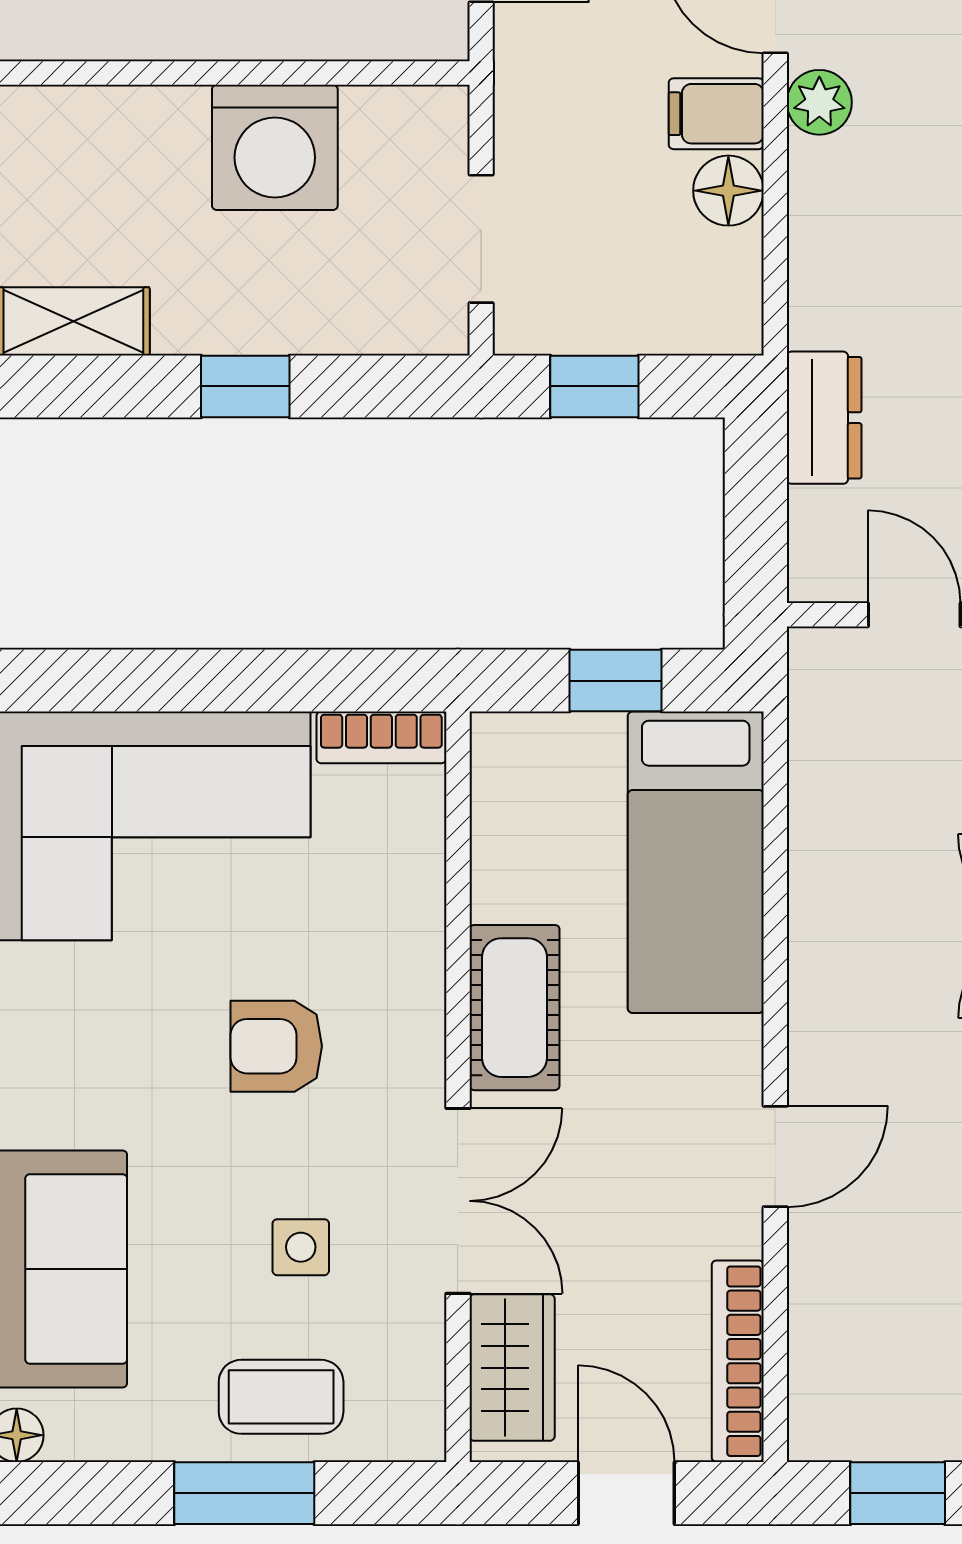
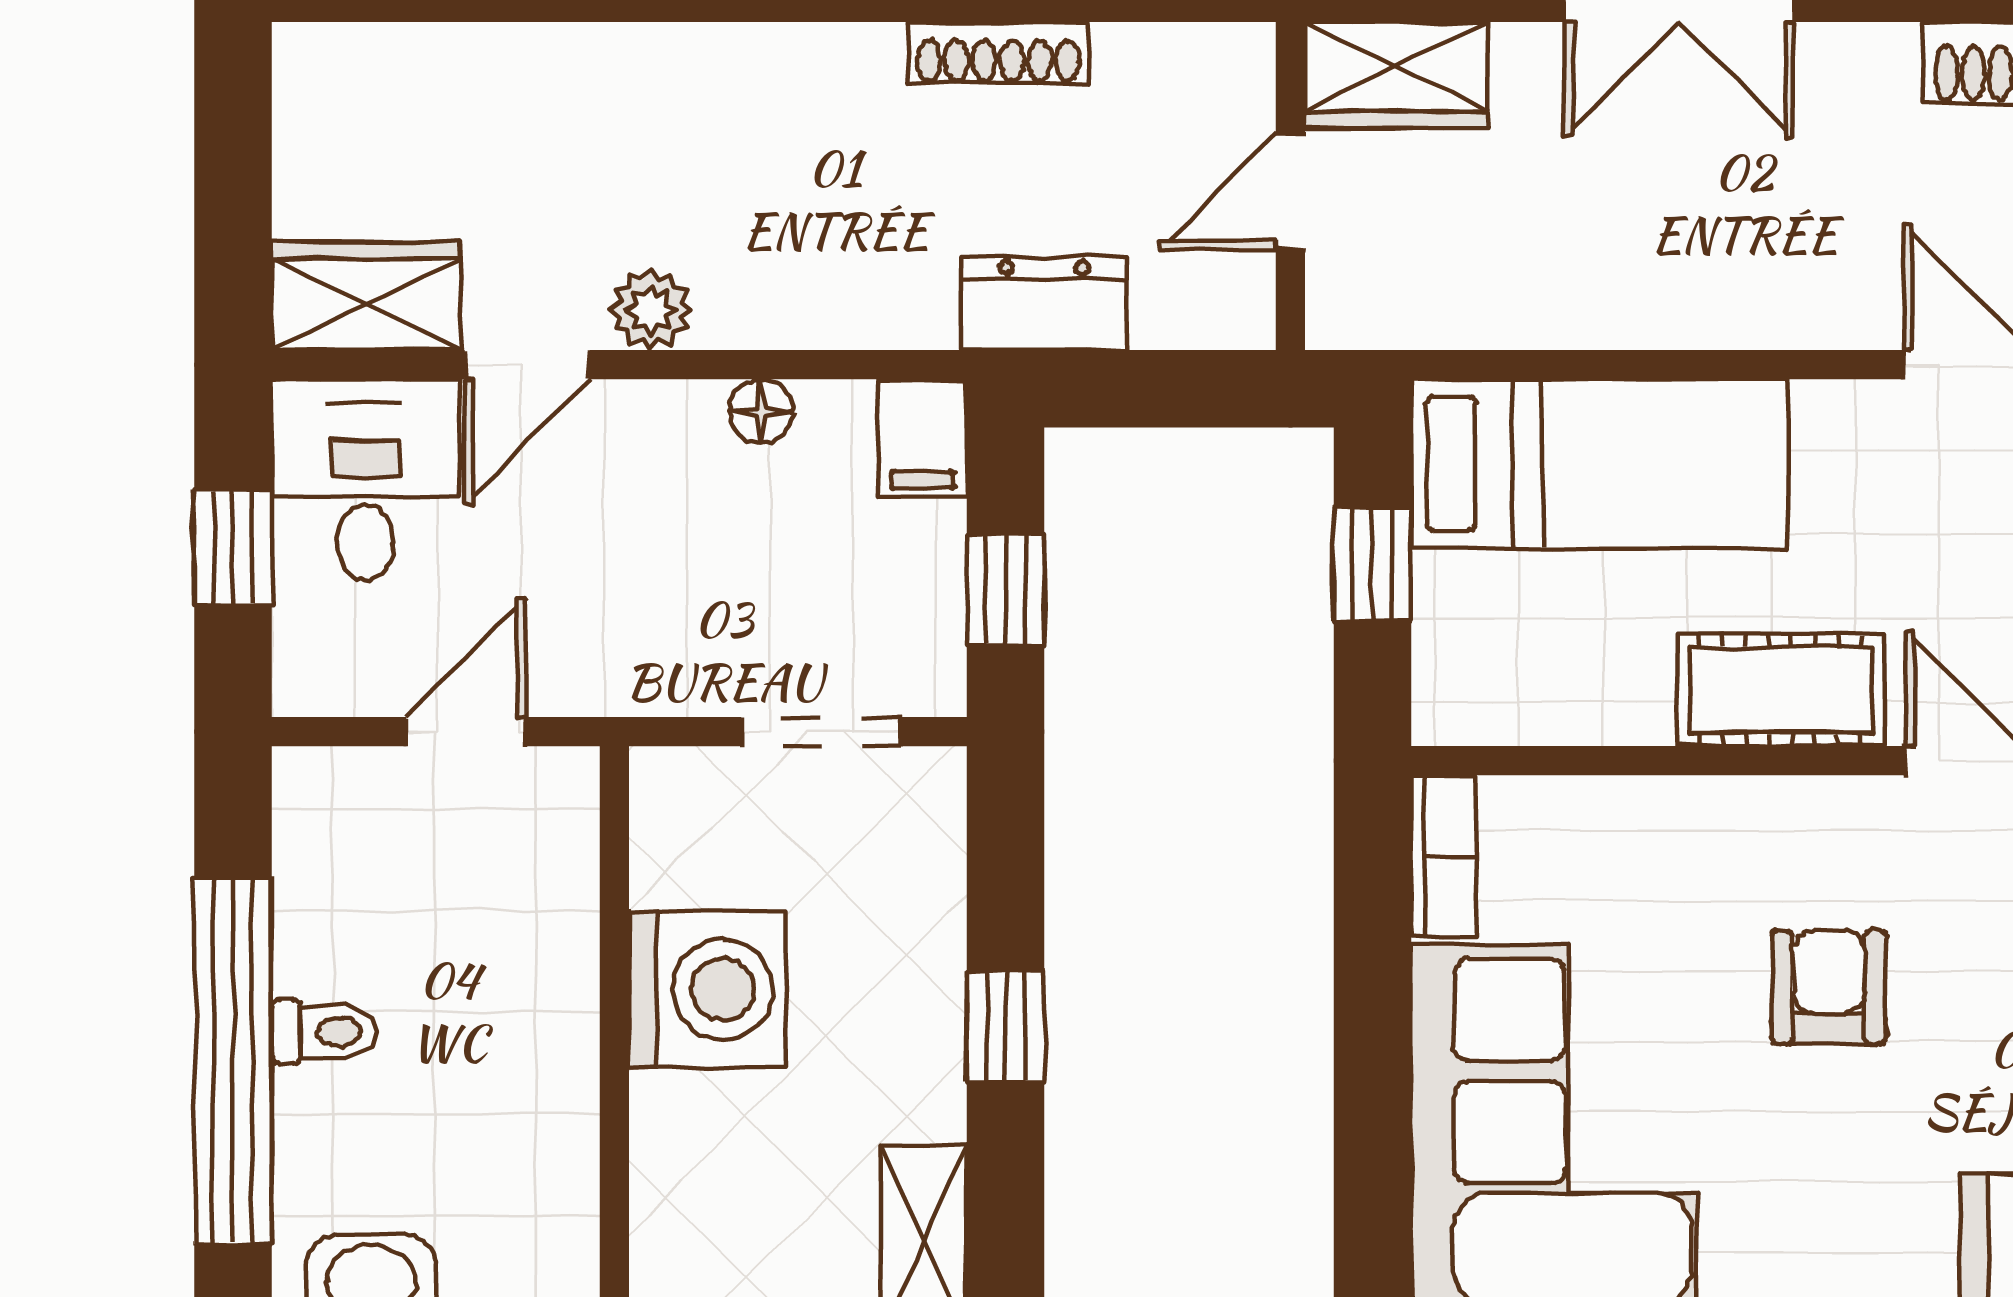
filing cabinet: (716, 114) -> (923, 438), moved
floor lamp: (728, 191) -> (761, 411), width x0.73, depth x0.73
armchair: (276, 1046) -> (1829, 987), turned 180

